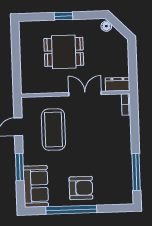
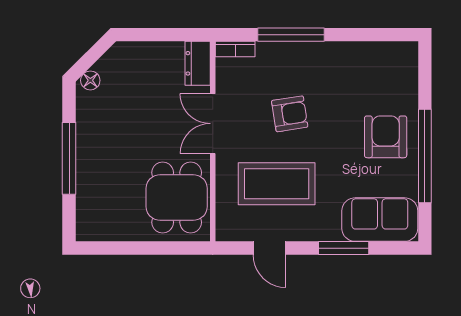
window: (64, 16) -> (69, 158), width x2.17
dining table: (64, 52) -> (177, 197), moved
armchair: (92, 135) -> (290, 114), added
window: (136, 172) -> (291, 35), moved

